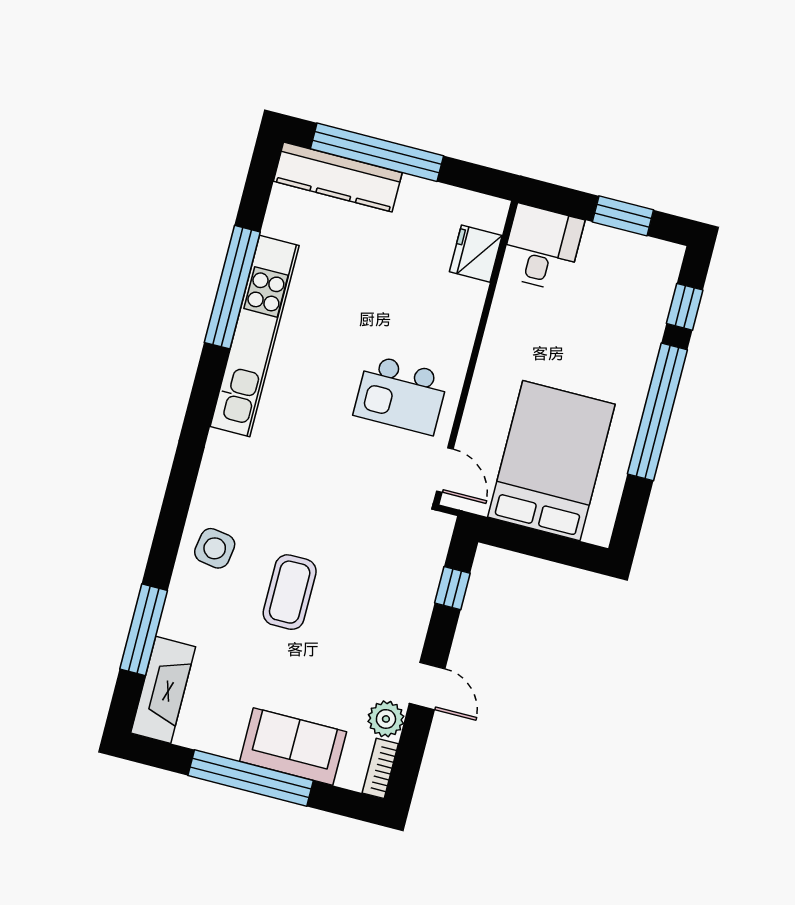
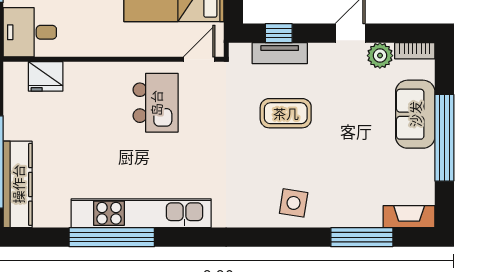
tv unit: (425, 582) -> (280, 53), added
coffee table: (290, 592) -> (286, 113), moved
fireplace: (163, 690) -> (409, 217), width x0.73, depth x0.76

